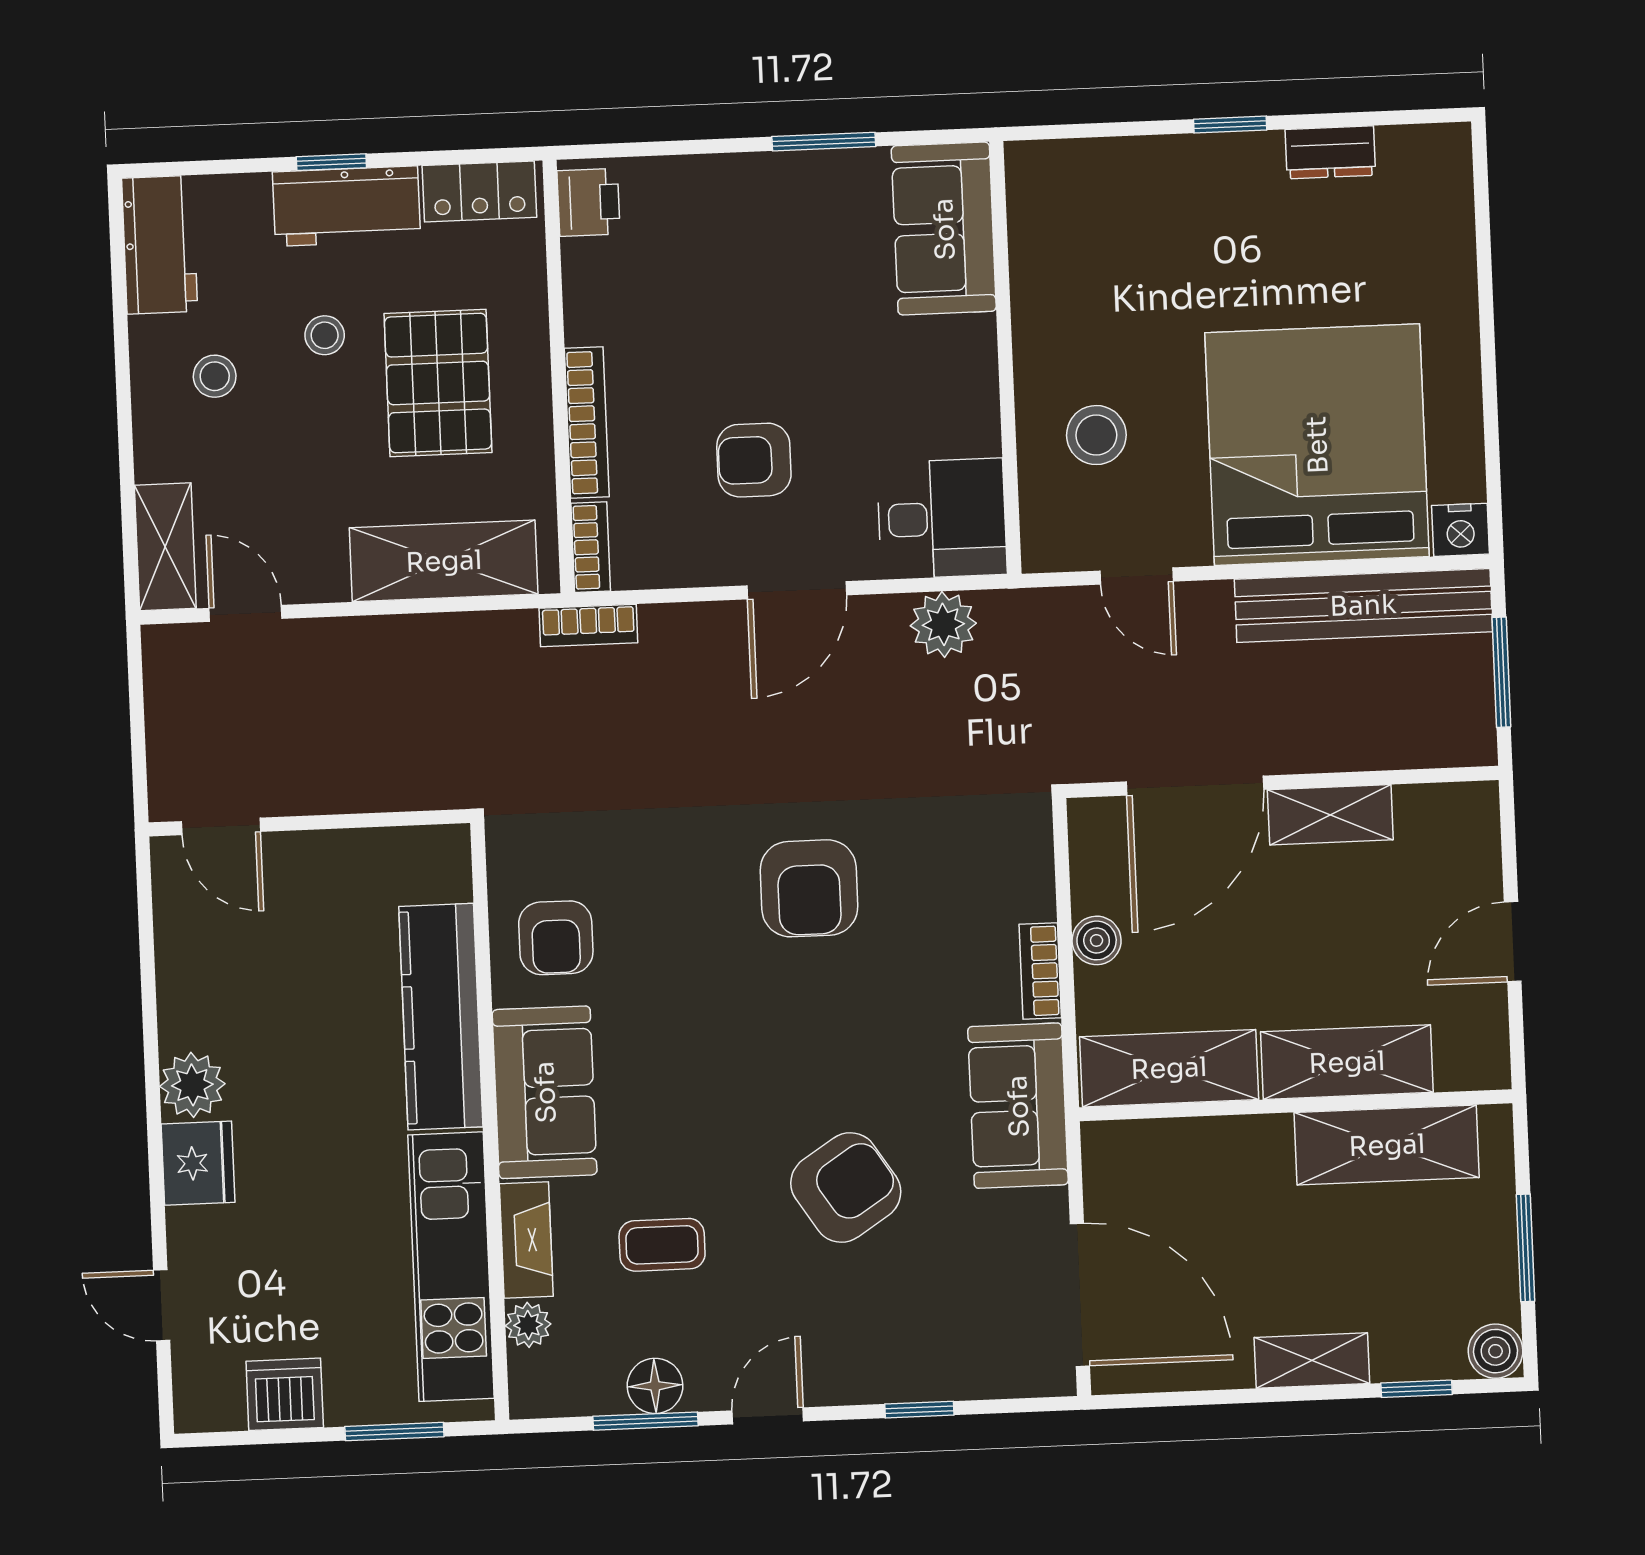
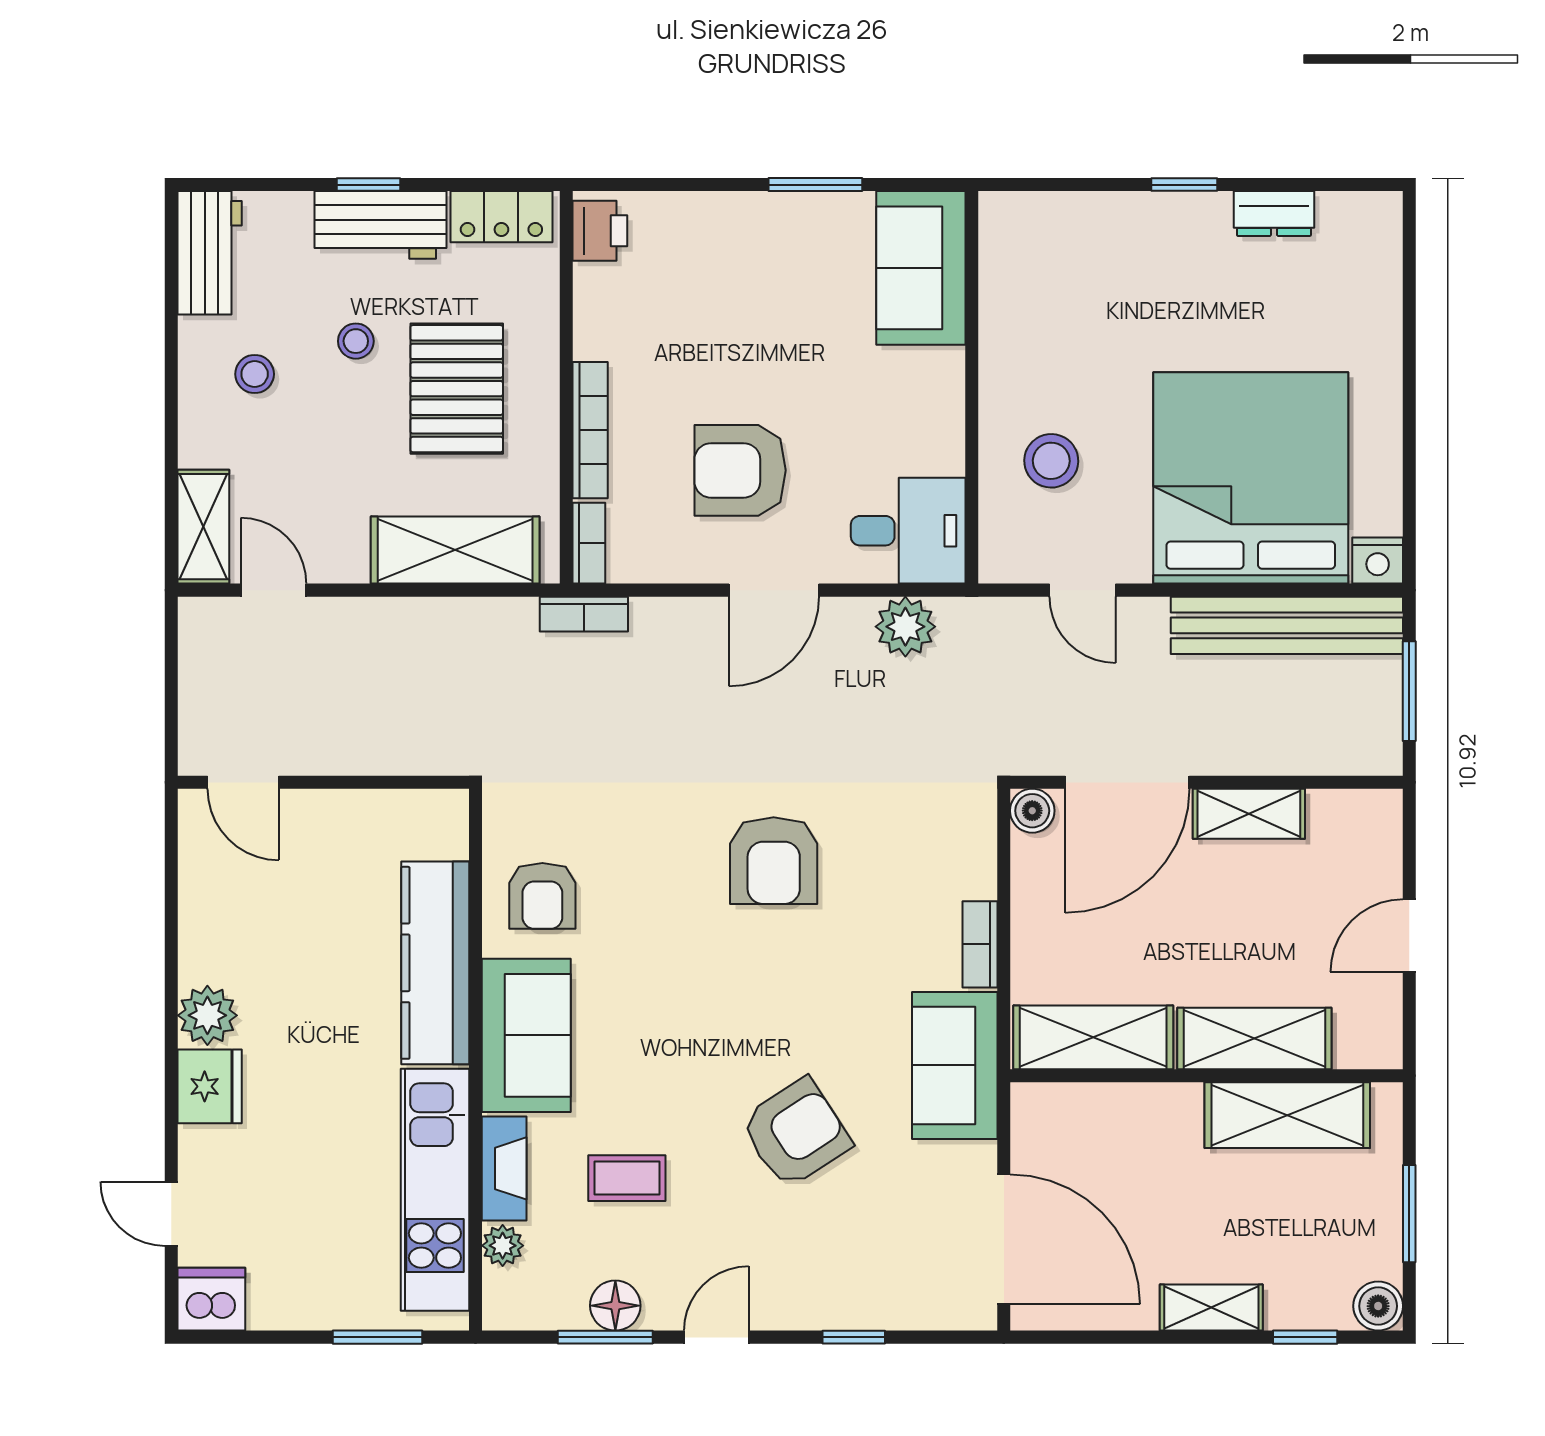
armchair: (754, 460) -> (740, 470), width x1.38, depth x1.38
boiler: (1097, 940) -> (1032, 811), moved
dishwasher: (285, 1394) -> (211, 1299), moved

